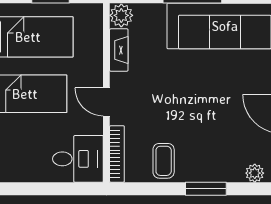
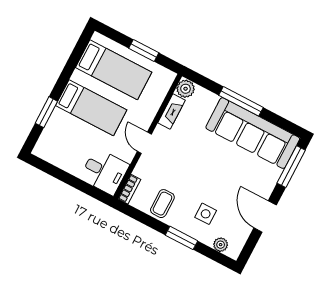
side table: (219, 147) -> (206, 214), added
bookcase: (117, 154) -> (129, 189), width x0.64

